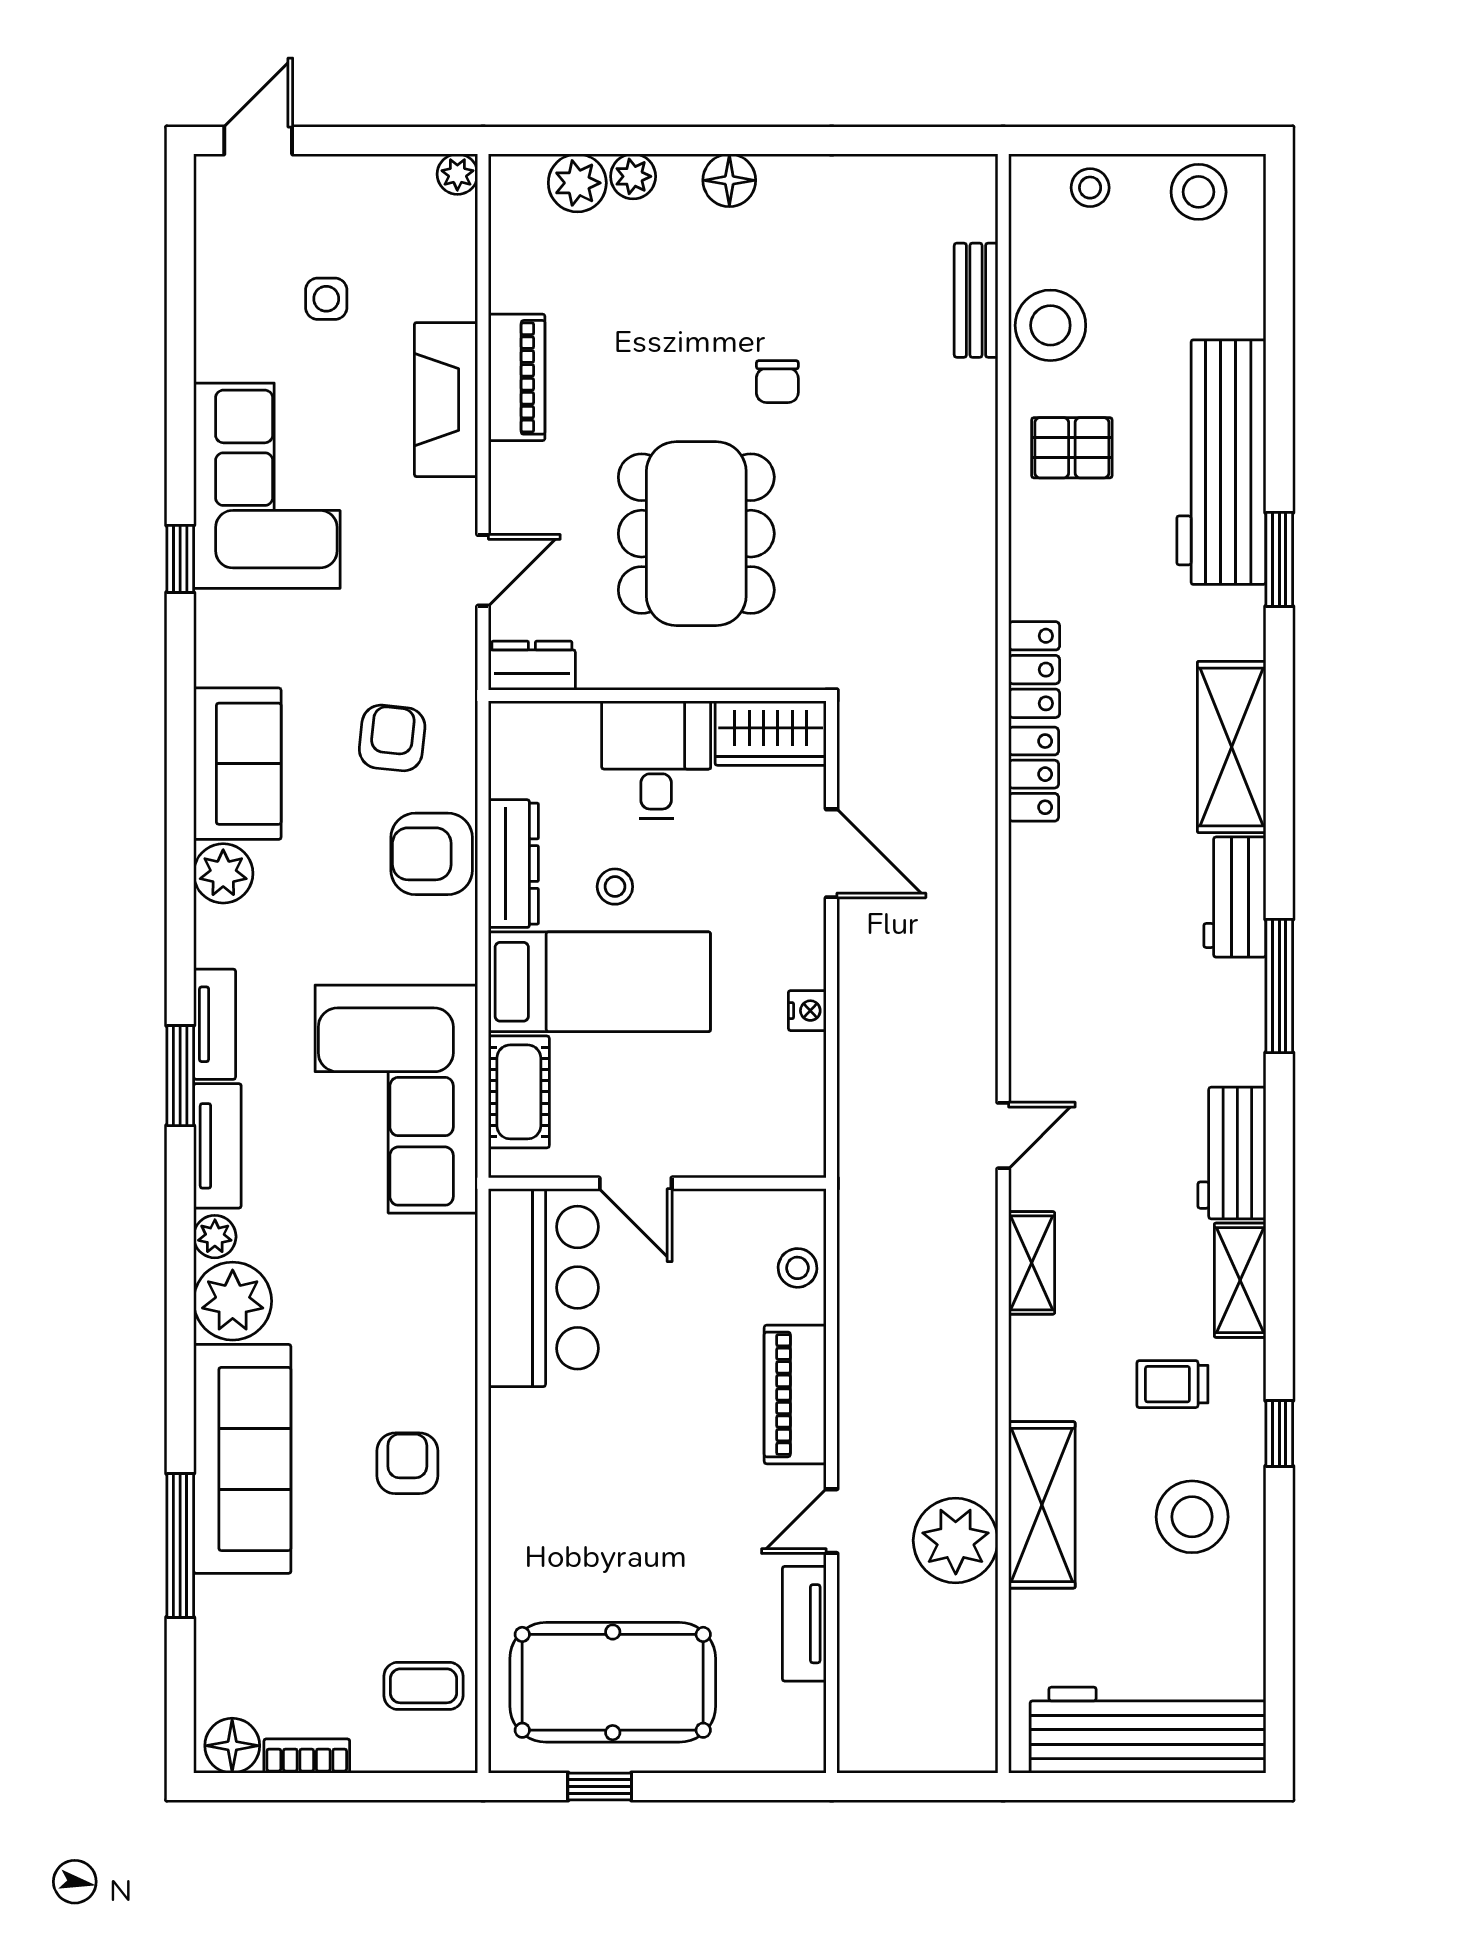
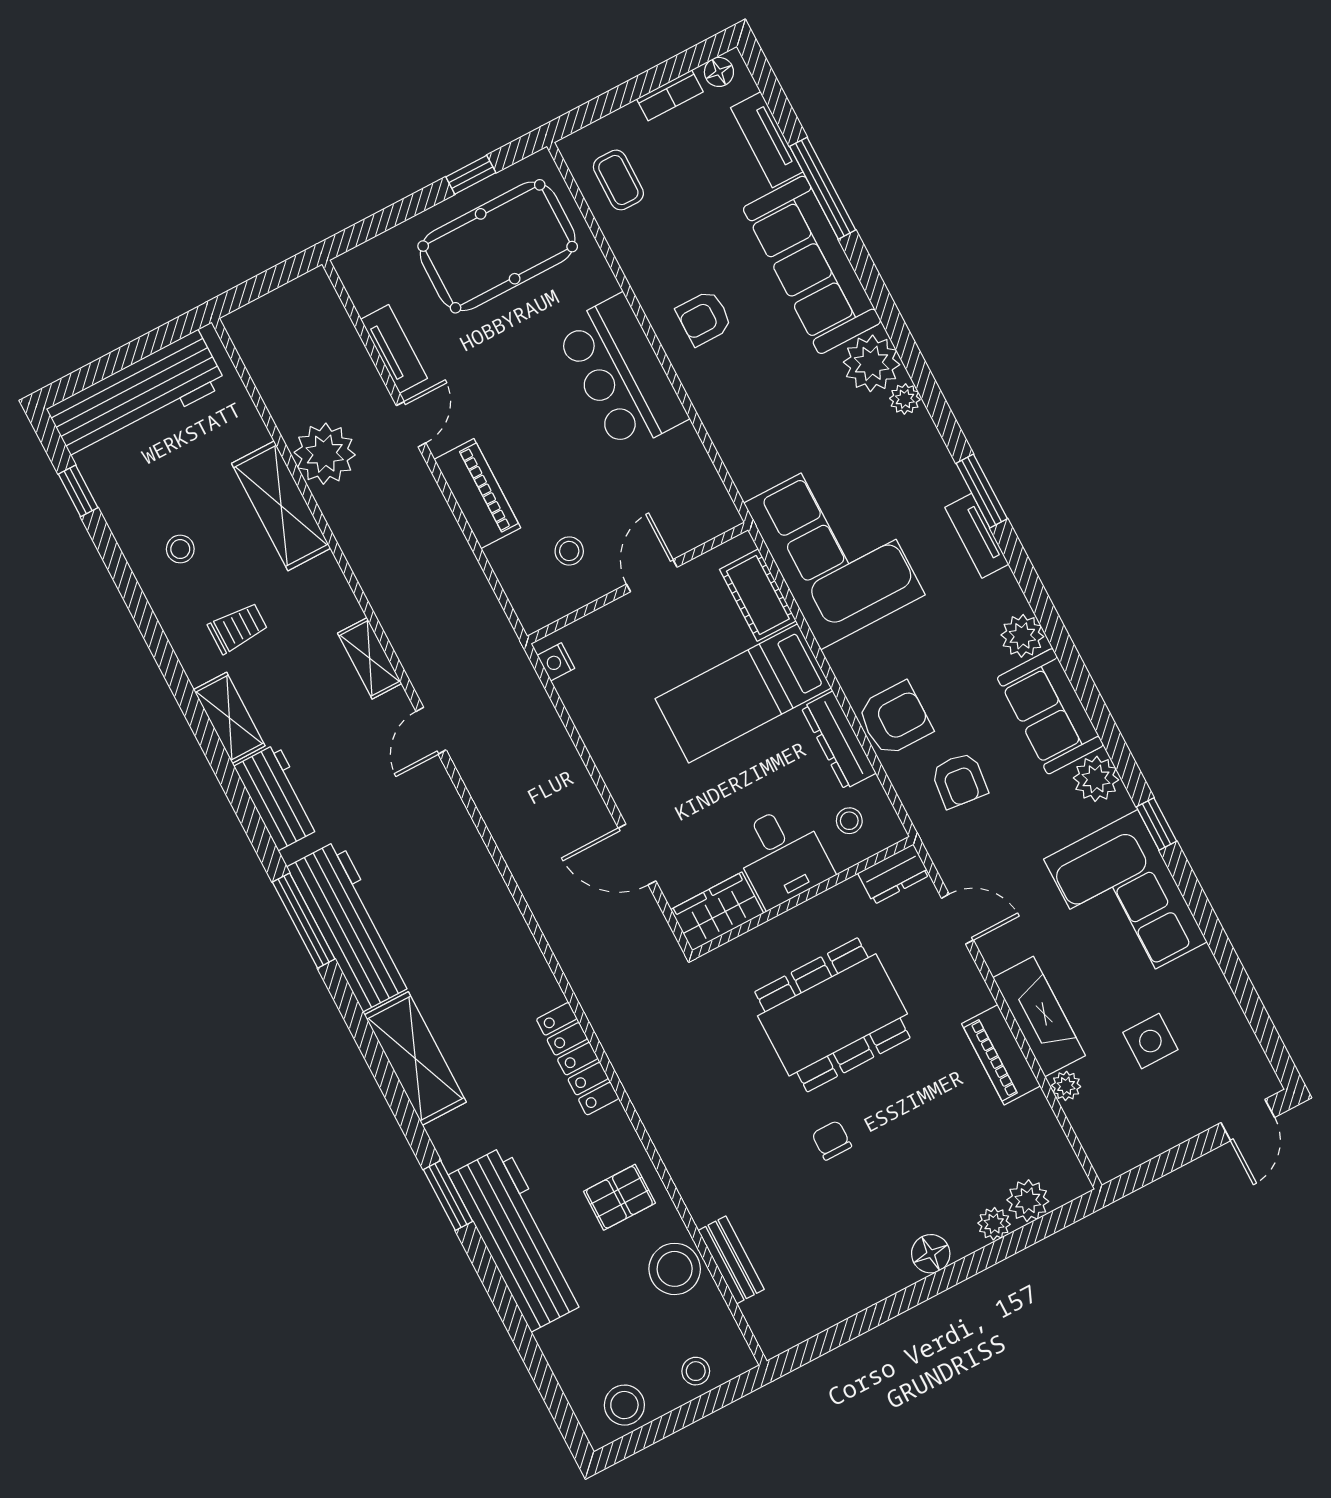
plant: (457, 174) -> (1066, 1086), moved
side table: (326, 299) -> (1150, 1041), width x1.37, depth x1.37
dining table: (696, 534) -> (832, 1015), turned 90
door: (483, 570) -> (957, 919), swing flipped
plant: (225, 652) -> (1096, 779), added
locker: (1034, 670) -> (578, 1059), width x1.53
locker: (1034, 774) -> (534, 974), removed
stool: (615, 887) -> (849, 821), moved
workbench: (1235, 897) -> (351, 926), width x1.88, depth x1.32
nightstand: (807, 1011) -> (556, 662), moved
tv unit: (217, 1146) -> (767, 140), moved
door: (636, 1183) -> (652, 576), hinge flipped
stool: (797, 1268) -> (569, 551), moved
bar counter: (543, 1288) -> (621, 374), moved
window: (1279, 1433) -> (78, 491), moved
armchair: (407, 1463) -> (704, 318), turned 90
stool: (1192, 1517) -> (180, 549), width x0.53, depth x0.53
coffee table: (423, 1686) -> (618, 180), turned 90
floor lamp: (232, 1746) -> (719, 72), width x0.73, depth x0.73

